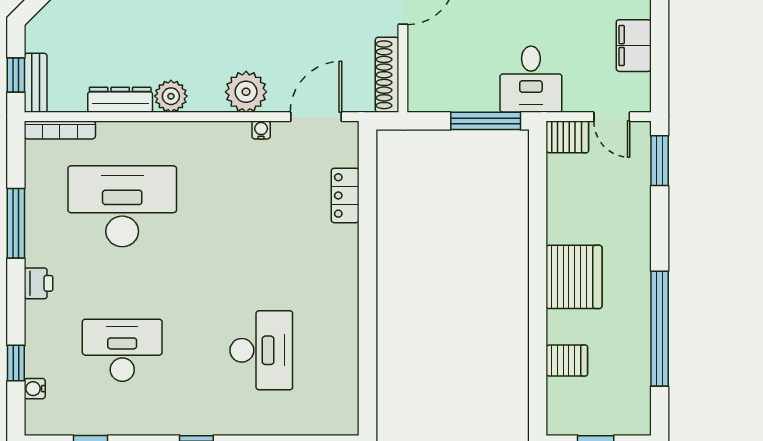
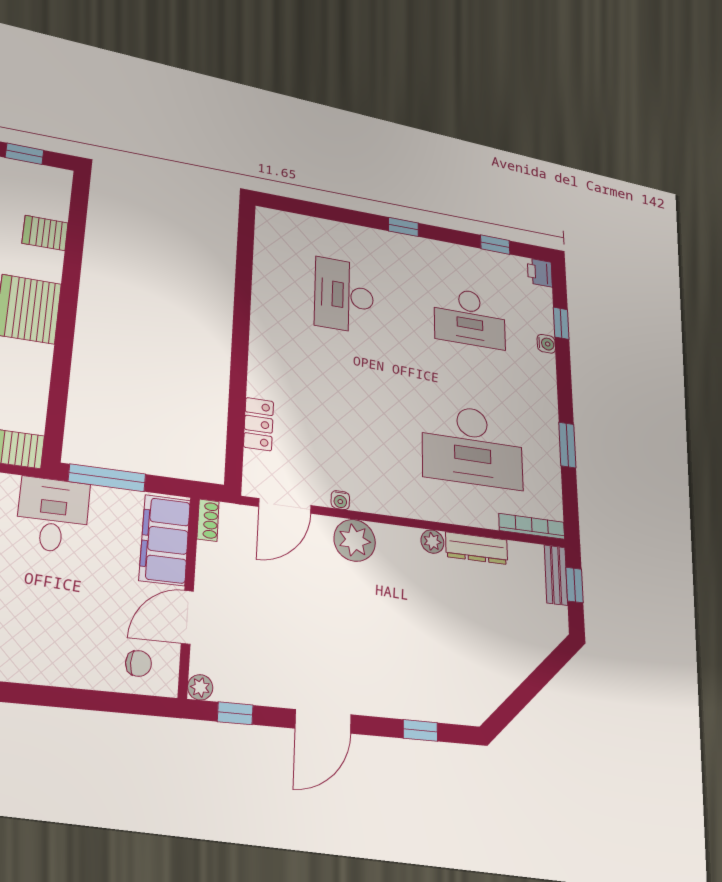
filing cabinet: (428, 69) -> (165, 540), added
shoe rack: (387, 75) -> (208, 520), width x0.51, depth x0.81
plant: (171, 96) -> (432, 542), width x0.73, depth x0.73
window: (16, 223) -> (567, 445), width x0.69
printer: (39, 283) -> (540, 273), moved
water cooler: (35, 389) -> (546, 344), moved

